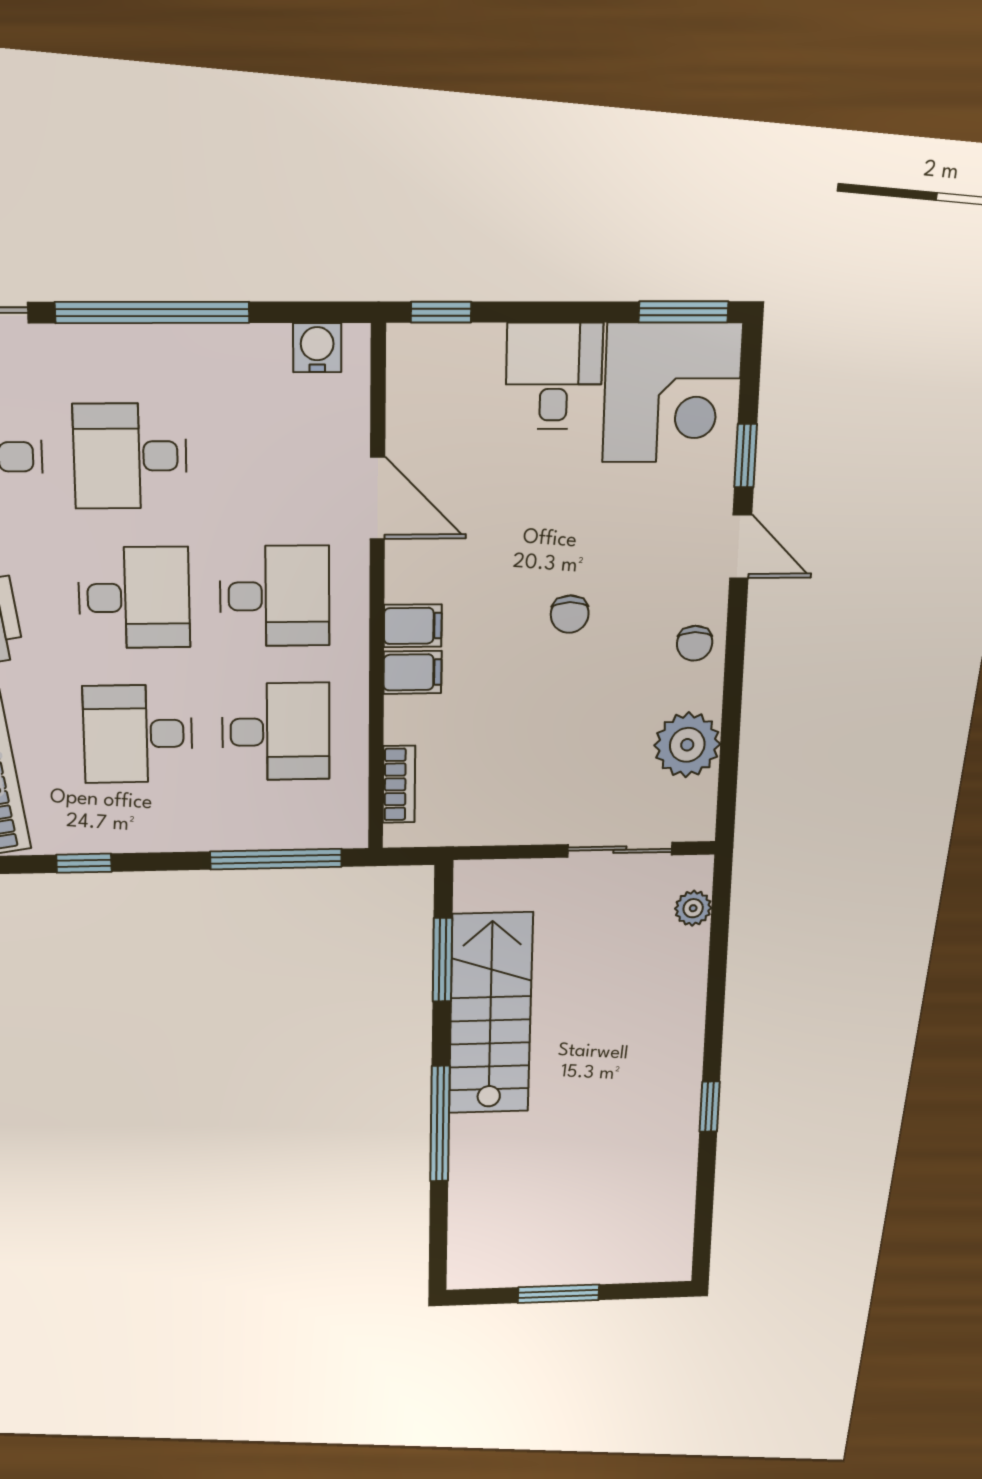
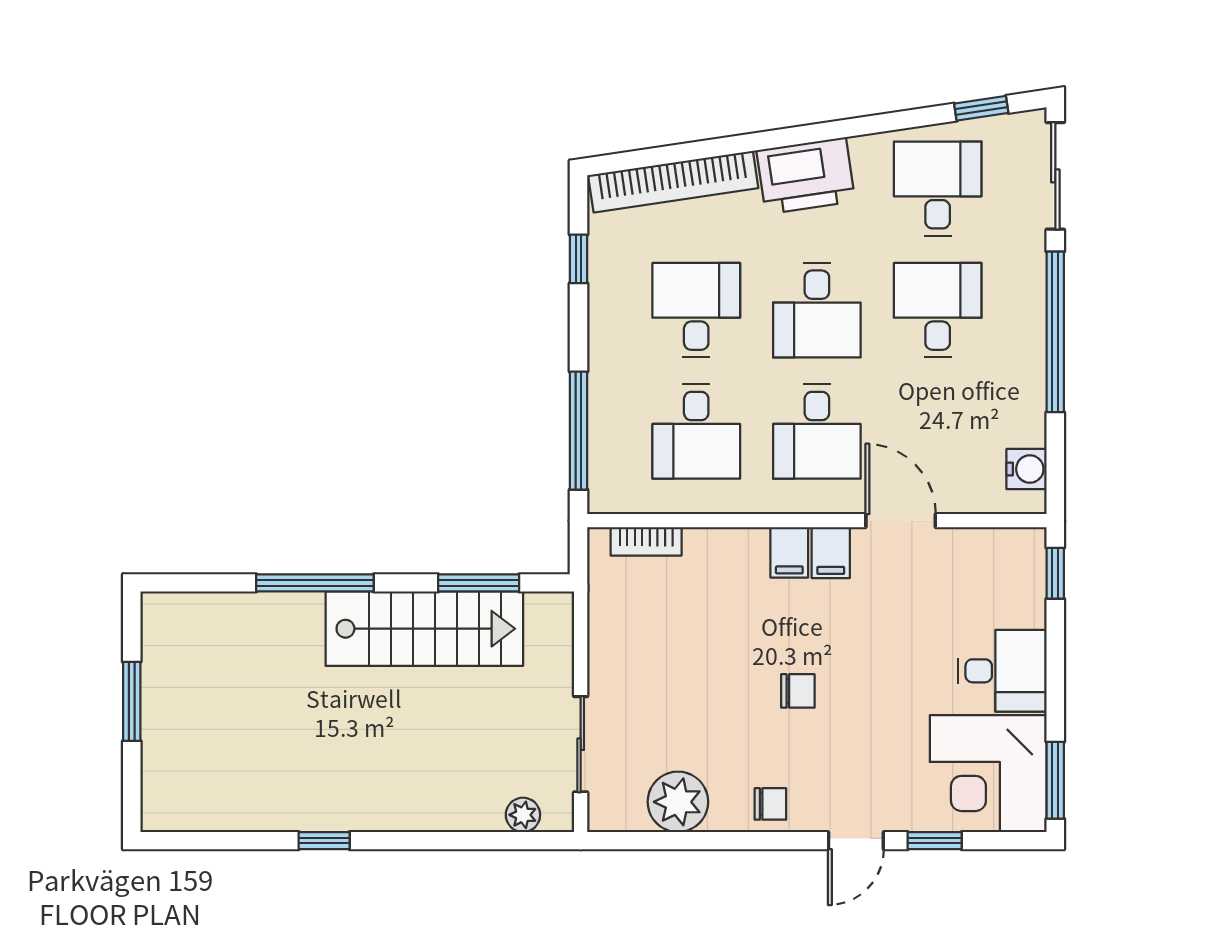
door: (377, 498) -> (901, 521), swing flipped
chair: (570, 614) -> (798, 691), turned 180
chair: (695, 643) -> (770, 804), turned 180
filing cabinet: (413, 672) -> (831, 553), moved

